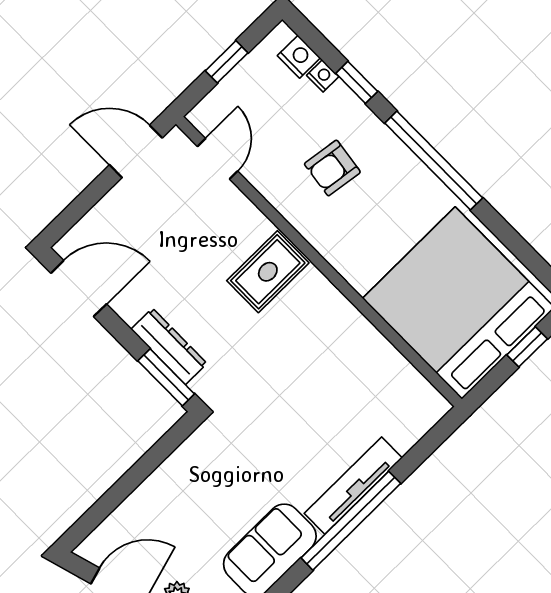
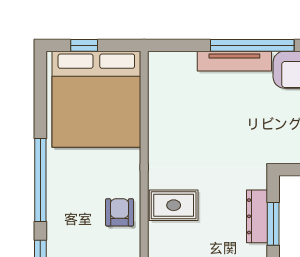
armchair: (332, 168) -> (120, 212), moved, turned -98
window: (166, 377) -> (273, 224), moved

